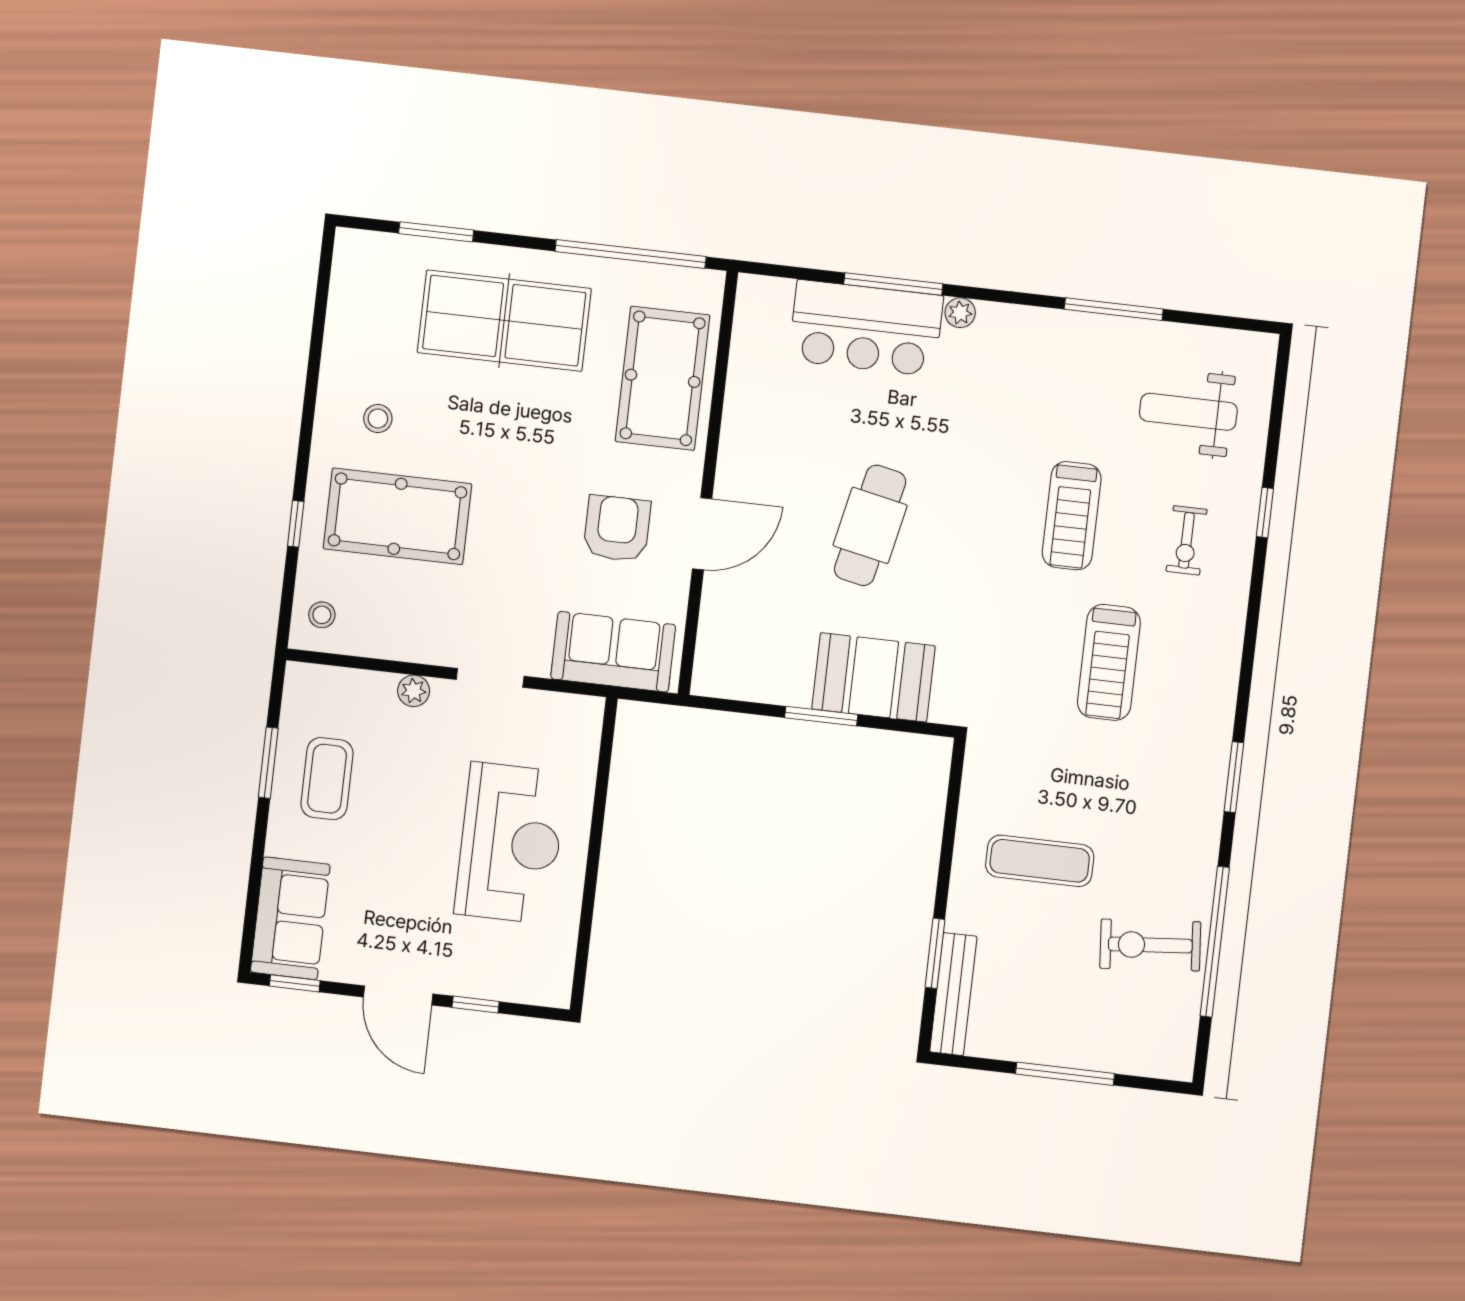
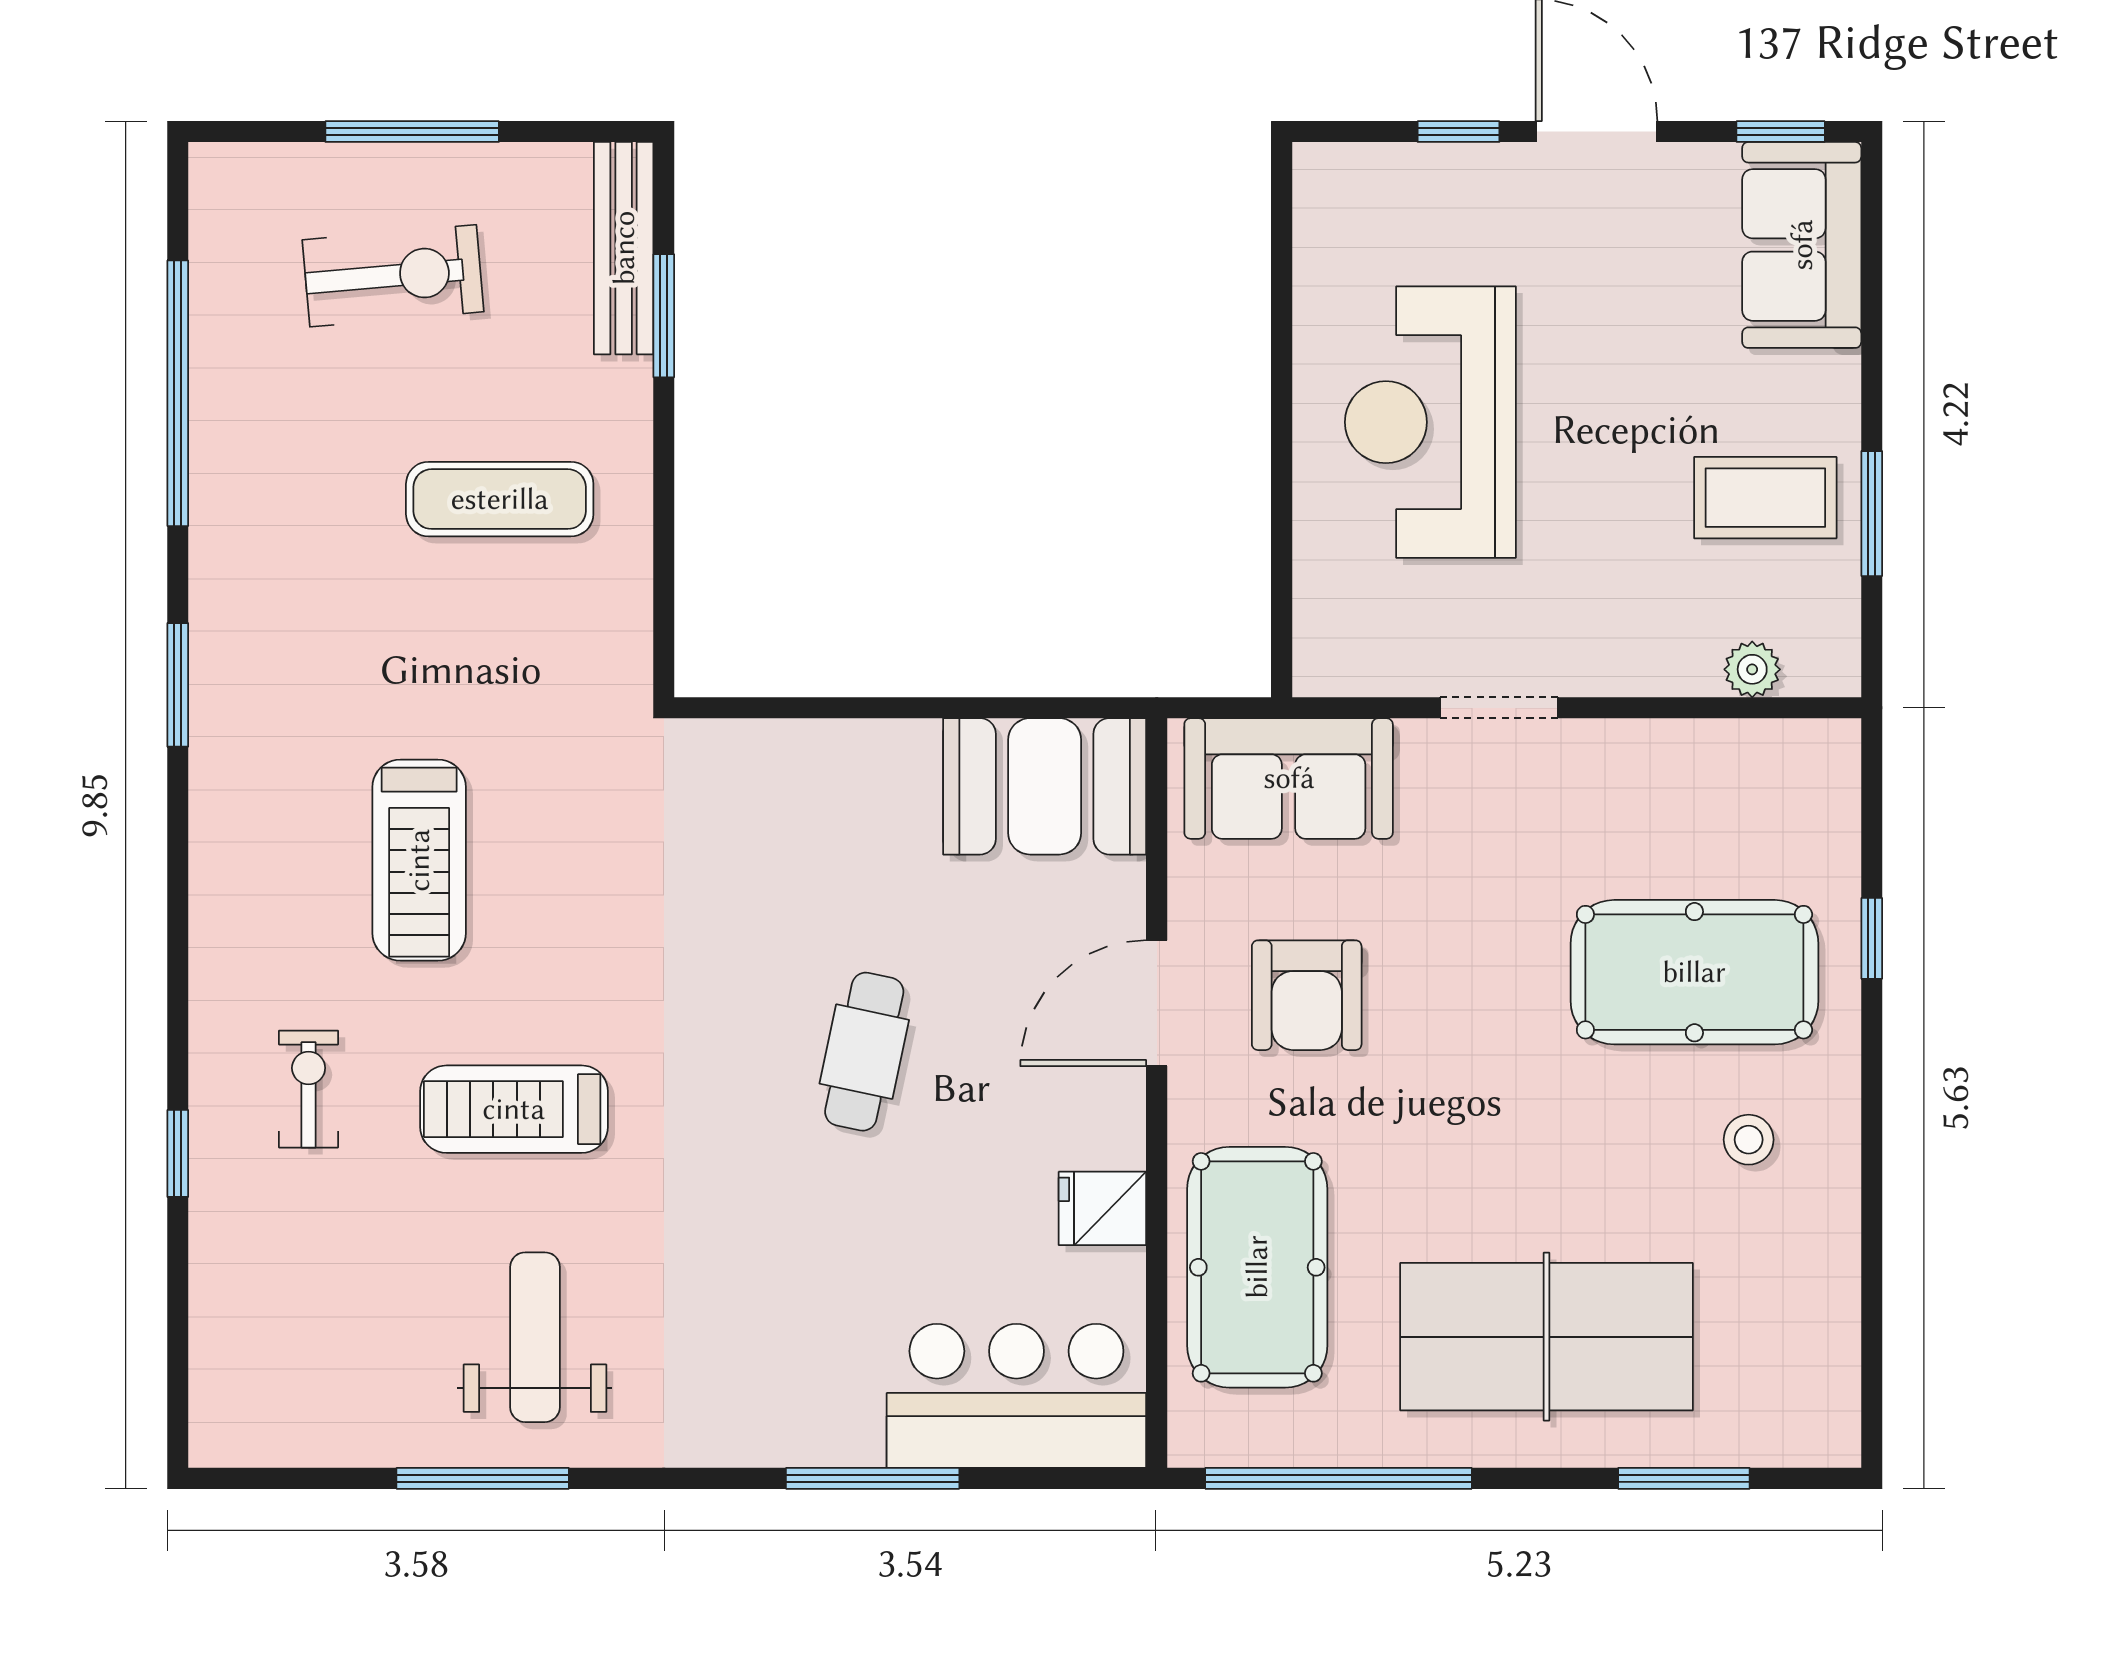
plant: (960, 313) -> (750, 1442), removed
bar counter: (866, 328) -> (1016, 1396), moved
weight bench: (1188, 412) -> (535, 1337), moved, turned -90
fridge: (746, 421) -> (1102, 1208), added
treadmill: (1072, 516) -> (514, 1109), turned -90
cafe table: (870, 525) -> (864, 1052), width x0.73, depth x0.74
stool: (322, 615) -> (1807, 784), removed
treadmill: (1109, 662) -> (419, 860), turned 180
booth: (874, 677) -> (1045, 786), moved
plant: (414, 691) -> (1752, 669), moved
window: (821, 716) -> (911, 708), removed
coffee table: (327, 779) -> (1765, 498), turned 90
exercise bike: (1150, 945) -> (393, 276), moved

